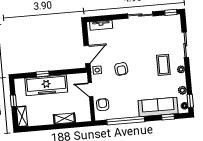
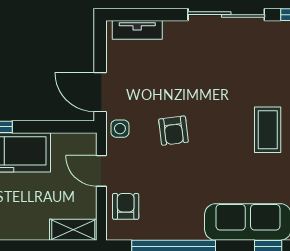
sliding door: (140, 15) -> (226, 15), width x1.37
door: (87, 55) -> (100, 92), swing flipped
shelving: (64, 118) -> (73, 230), moved

